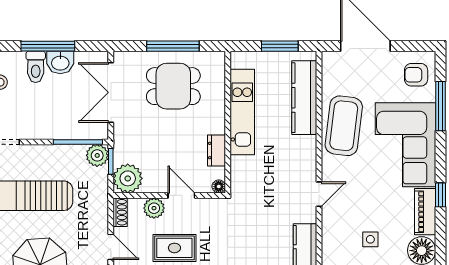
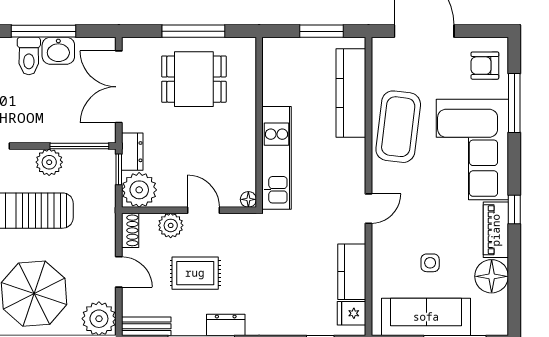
kitchen unit: (242, 112) -> (276, 158), moved
dresser: (217, 151) -> (132, 152), moved, turned 180
plant: (97, 155) -> (49, 162), moved

